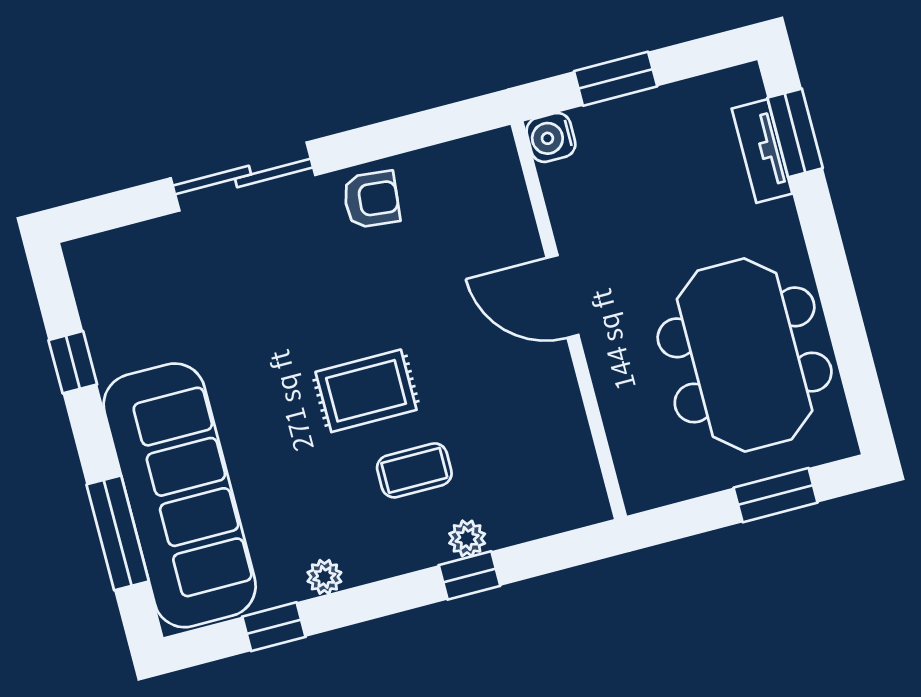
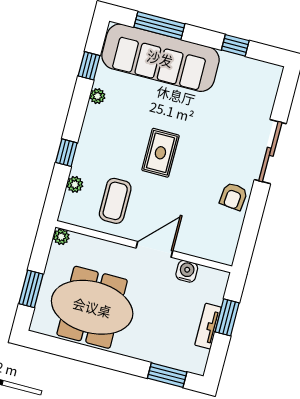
water cooler: (551, 137) -> (187, 271), moved
tv unit: (762, 151) -> (208, 326), moved, turned -90
coffee table: (414, 470) -> (115, 201), moved, width x1.36, depth x1.30
plant: (640, 493) -> (61, 237), added
plant: (467, 538) -> (75, 184), moved

